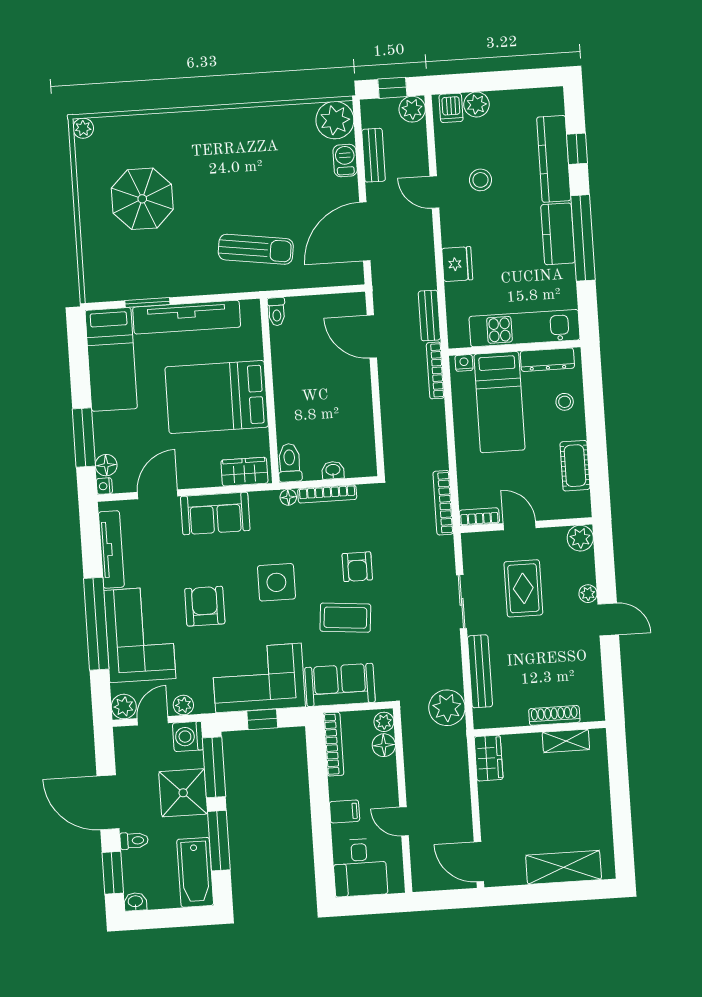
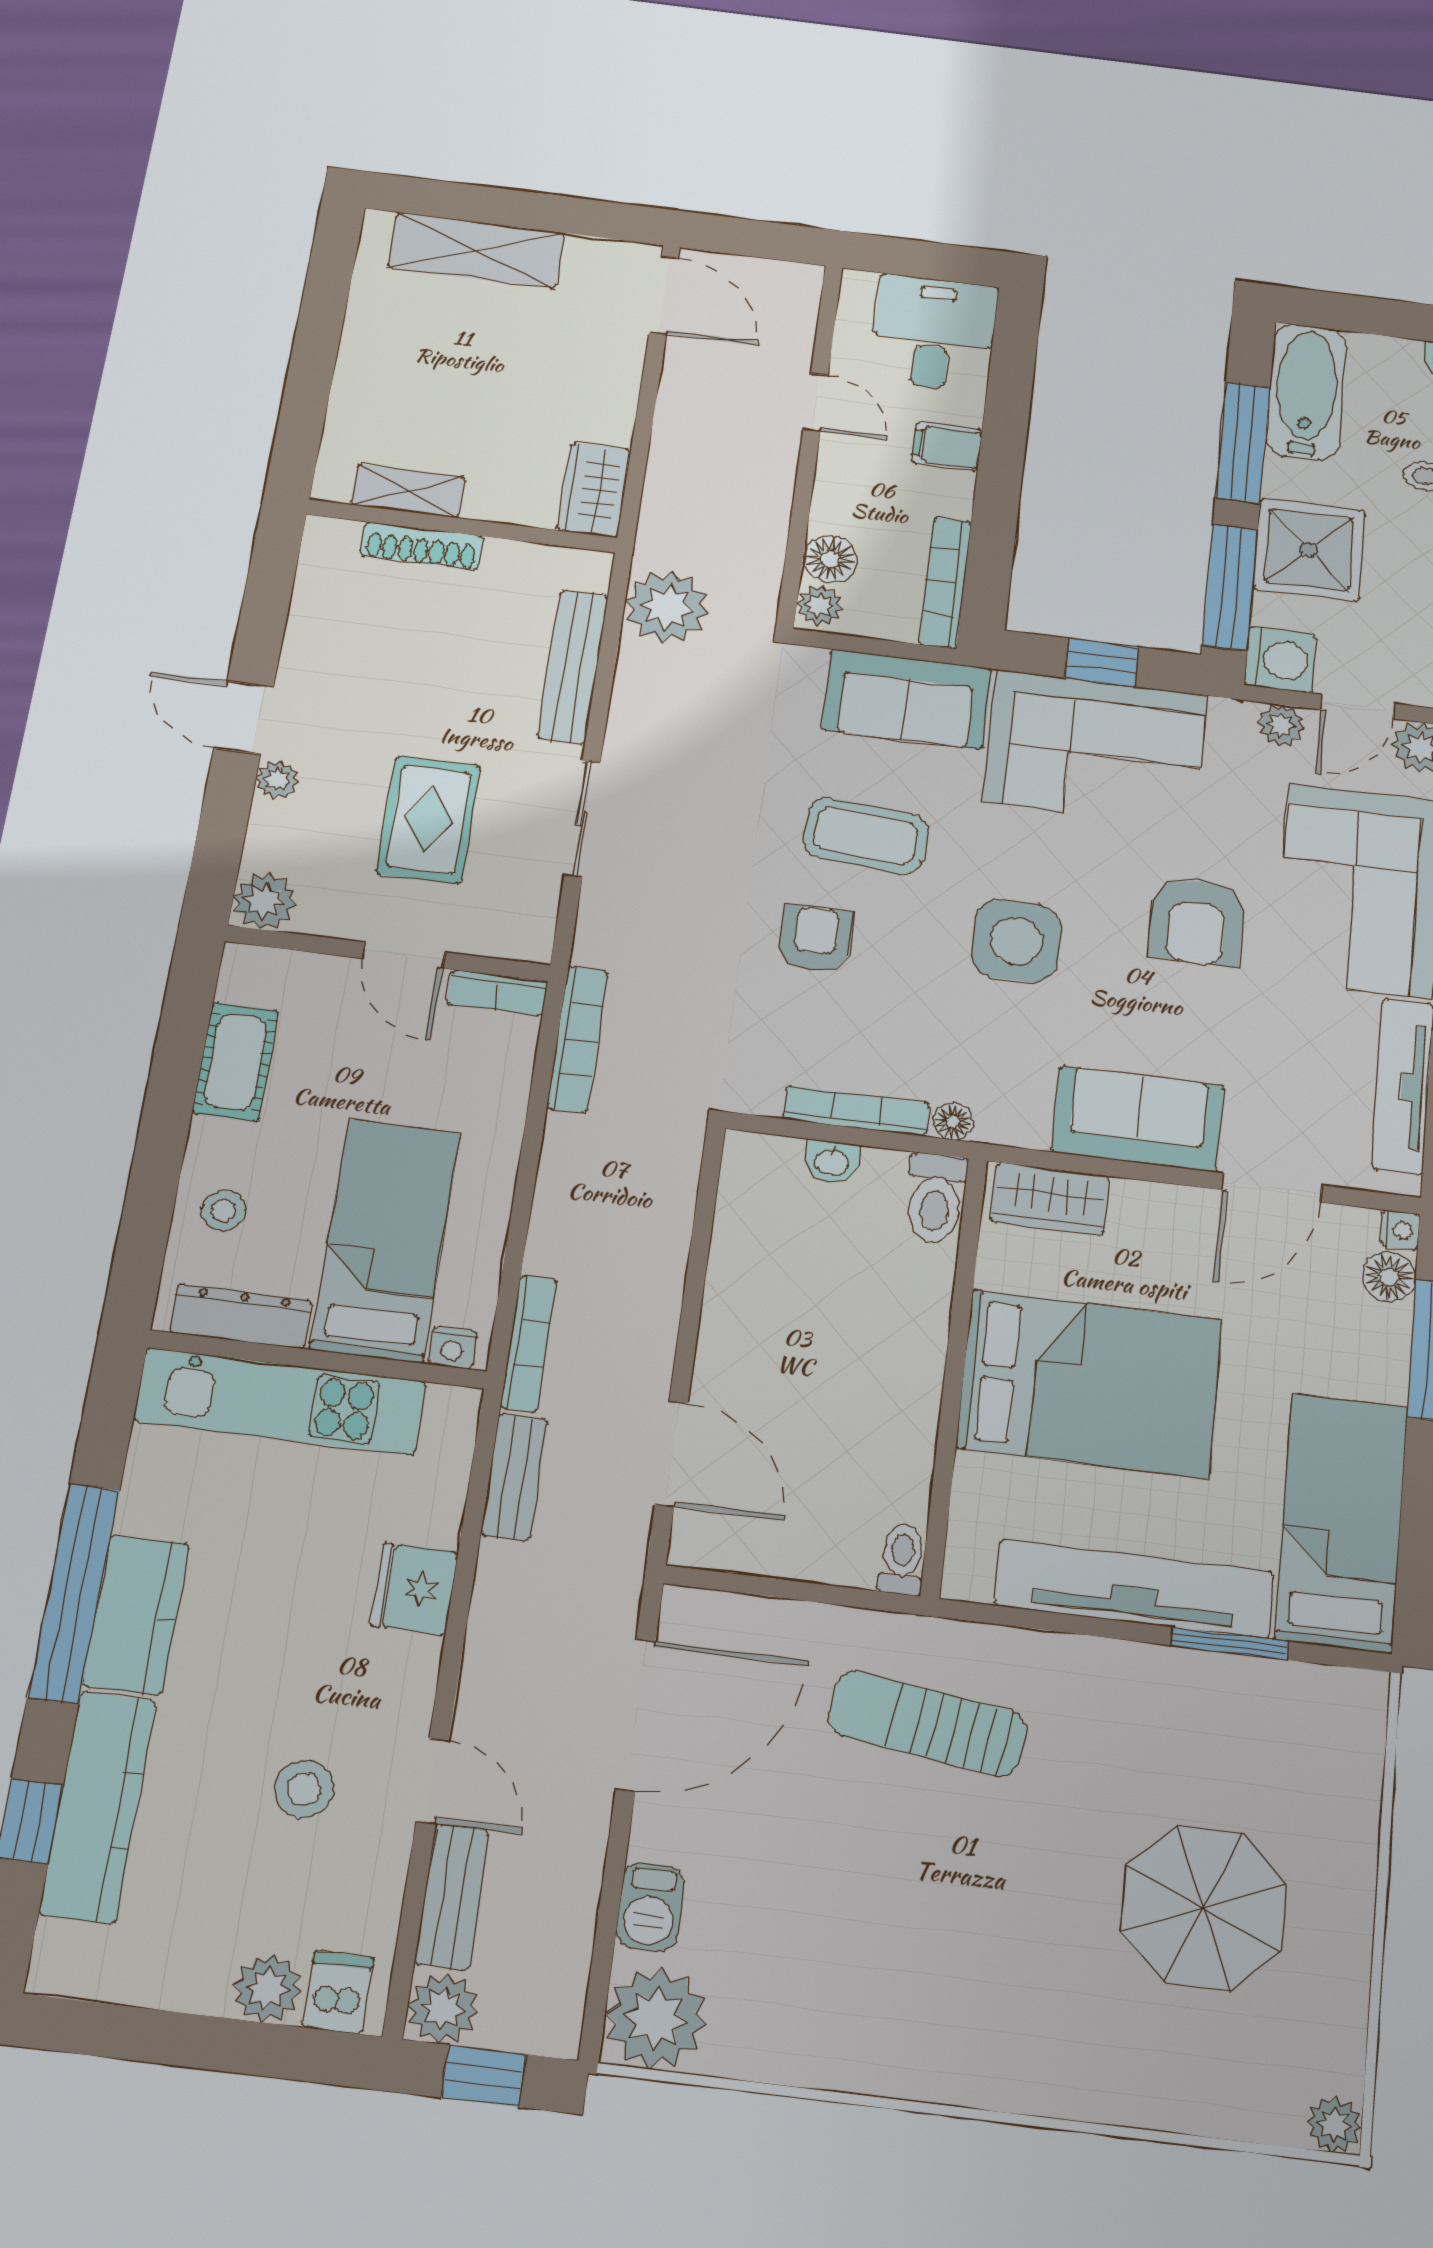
bench: (374, 155) -> (452, 1897), moved

